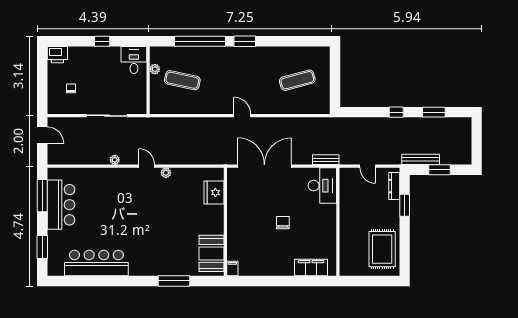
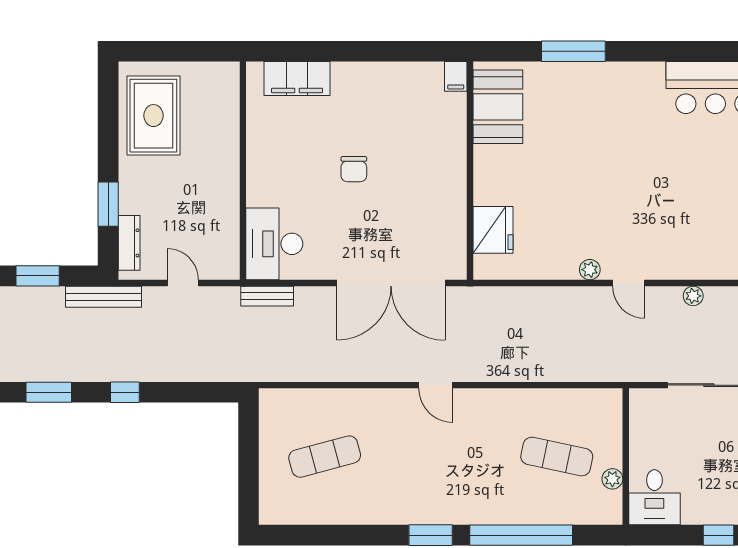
bench: (421, 159) -> (104, 297), moved

